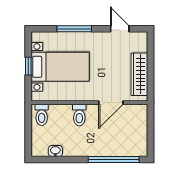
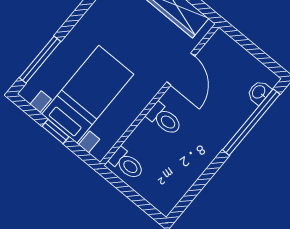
window: (74, 29) -> (40, 60), moved
washbasin: (55, 151) -> (259, 92), moved

